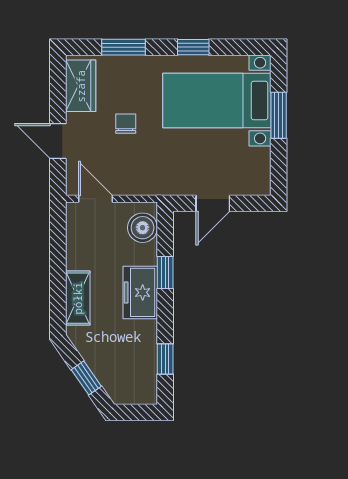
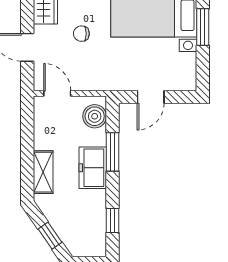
chair: (126, 124) -> (81, 34), turned -90
window: (165, 273) -> (113, 152), width x1.50

